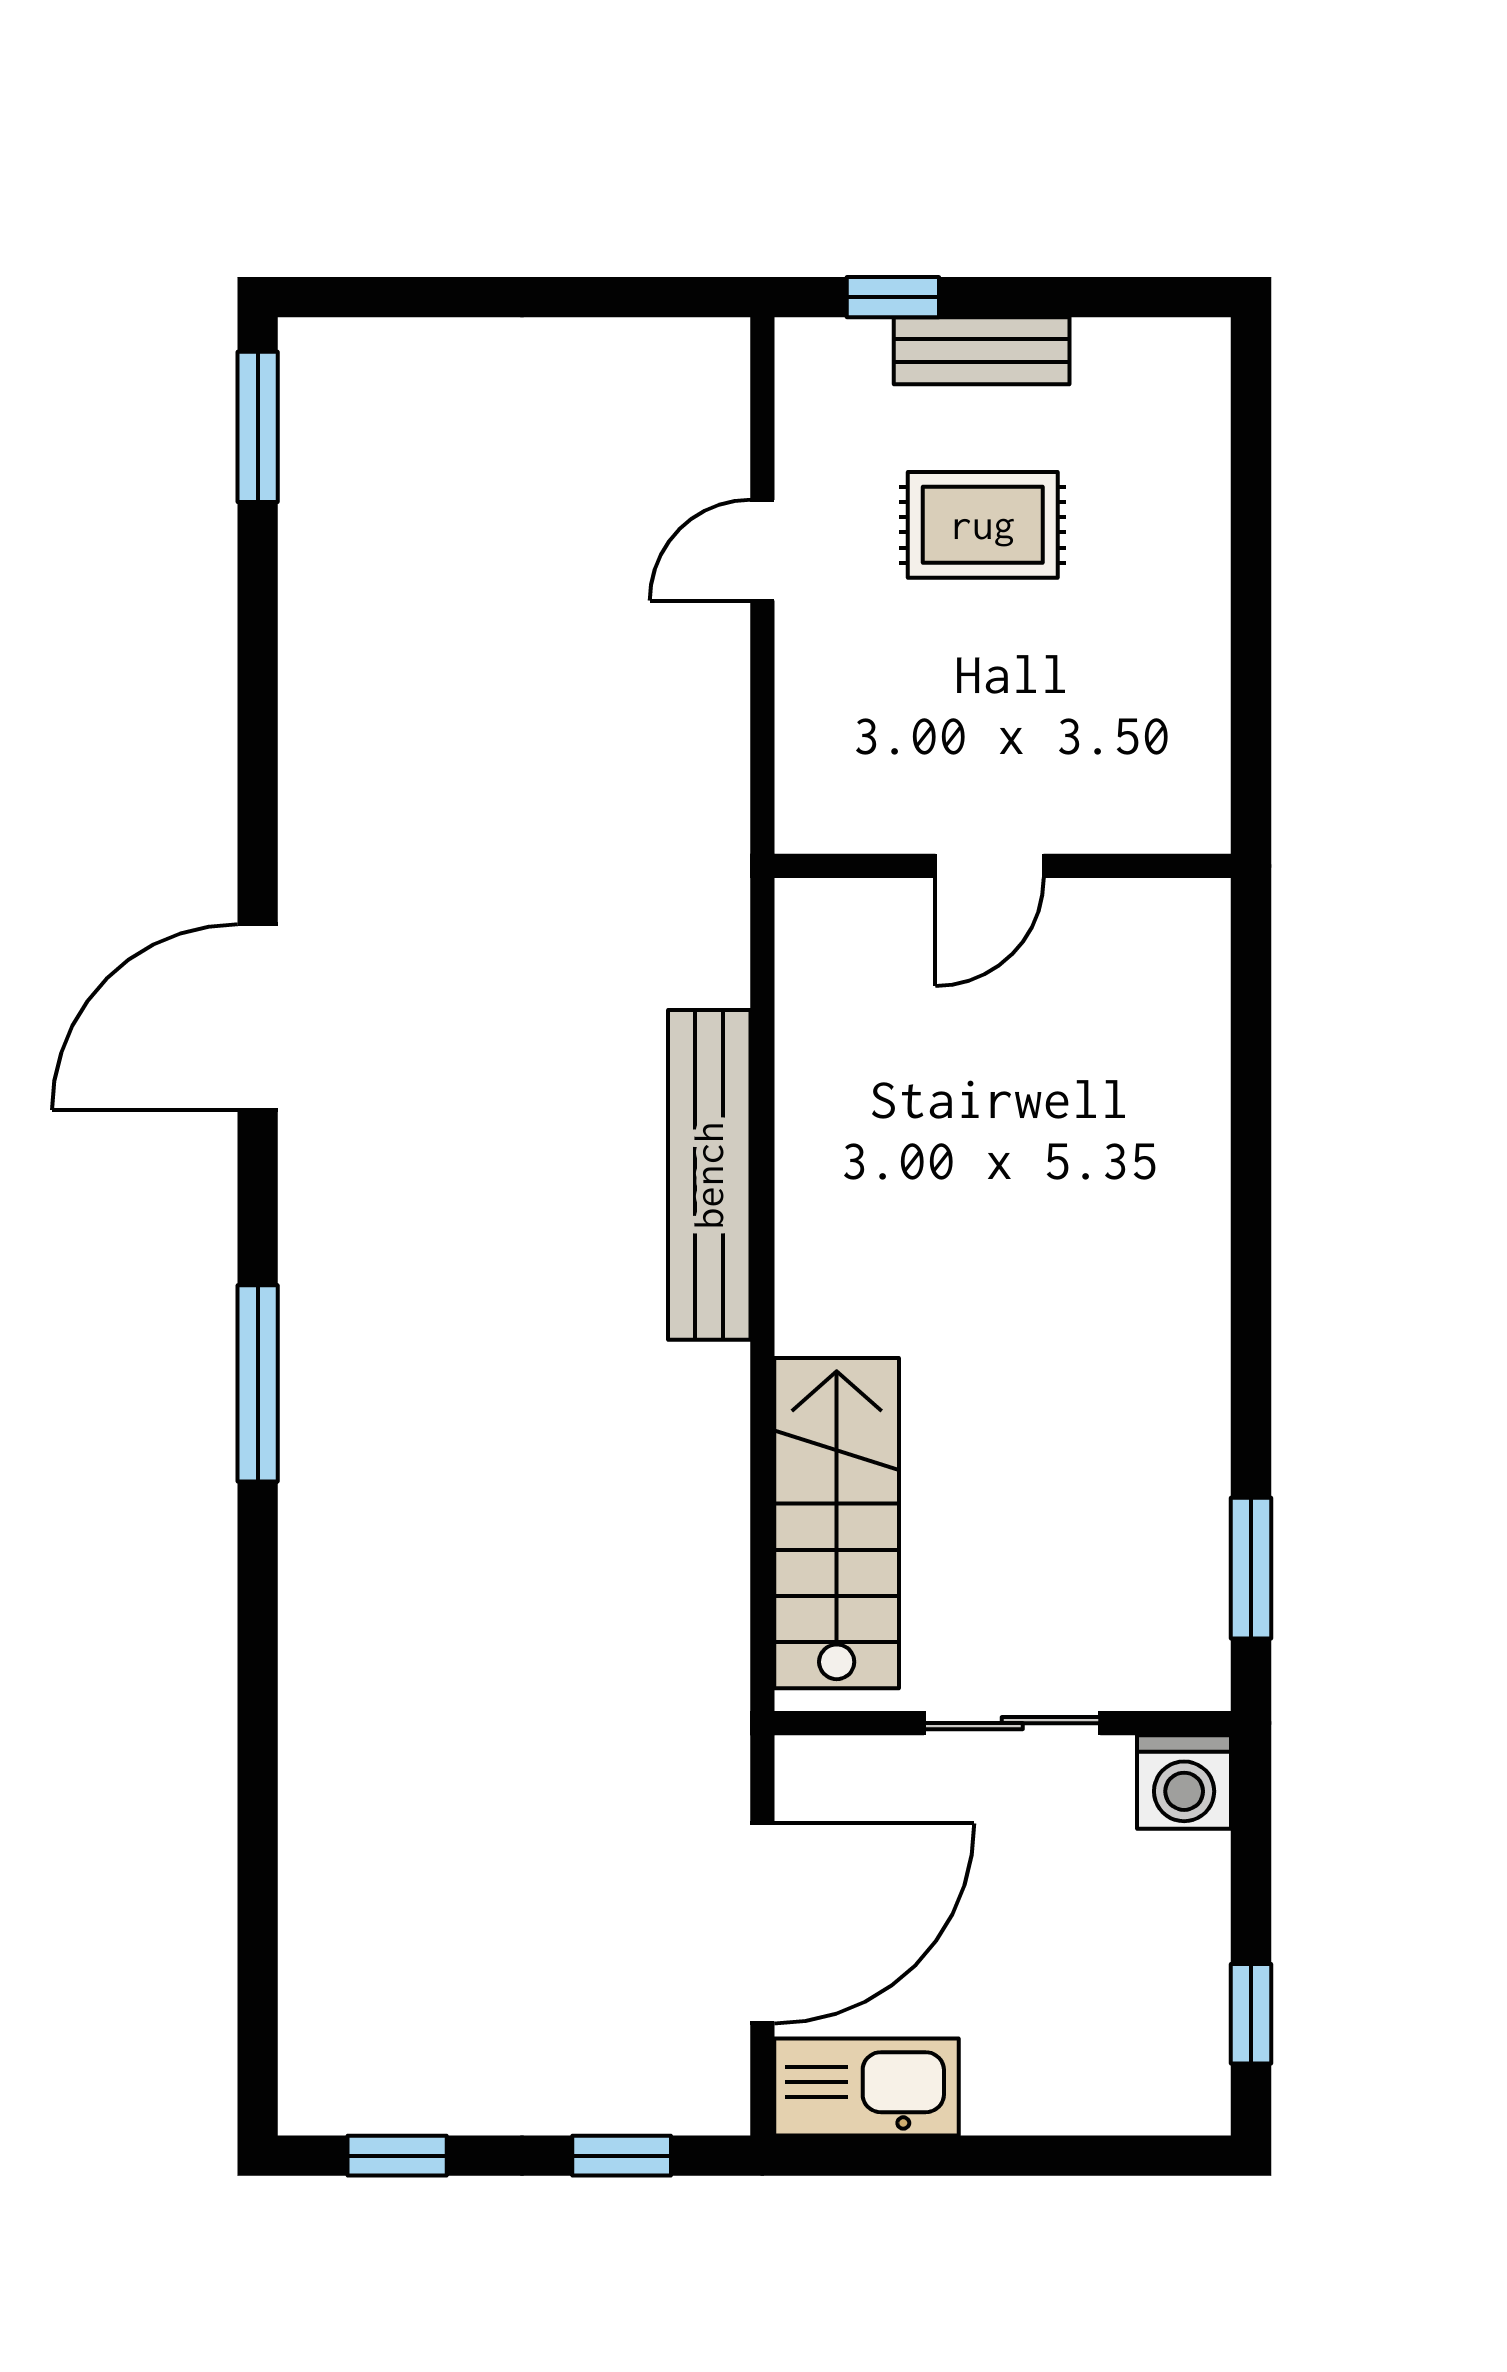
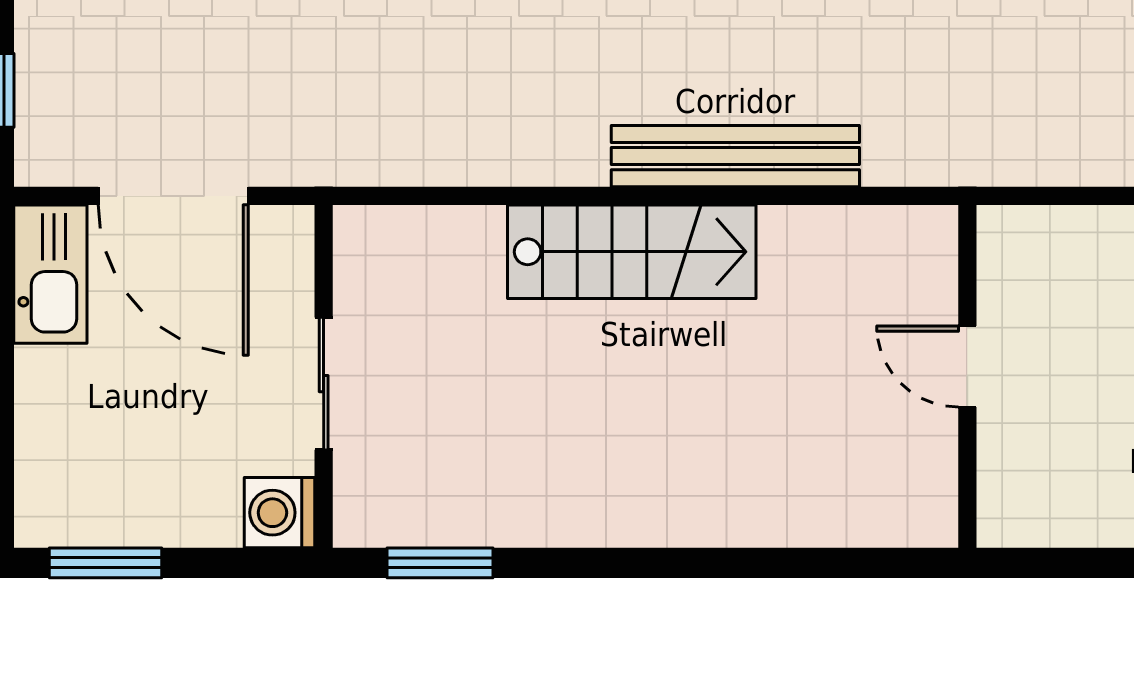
stairs: (837, 1523) -> (632, 252), moved
window: (1251, 2014) -> (105, 563), width x1.50

